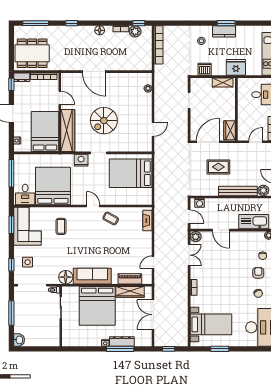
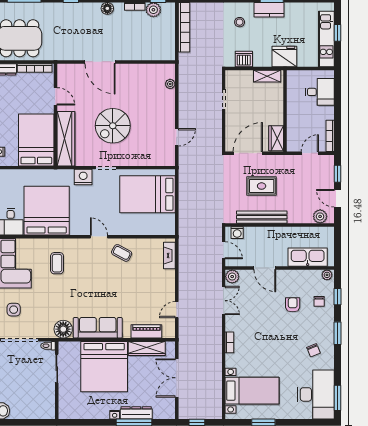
bench: (238, 191) -> (262, 217), moved
armchair: (258, 273) -> (293, 305), moved

